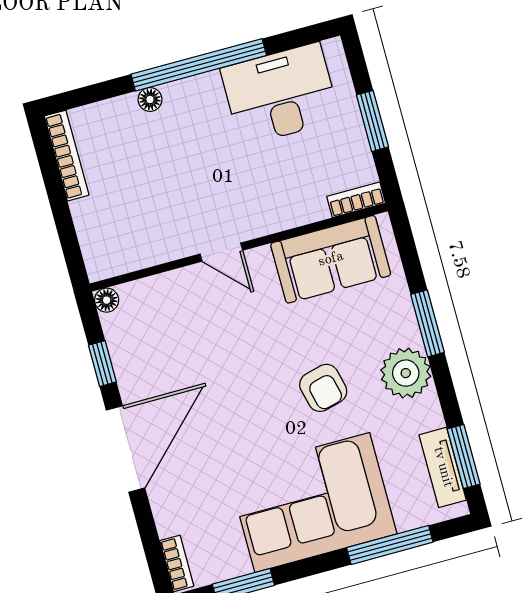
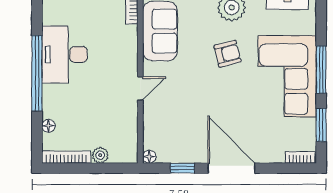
desk: (280, 94) -> (64, 54), moved
floor lamp: (150, 99) -> (48, 126), moved
plant: (86, 214) -> (100, 155), added
window: (390, 545) -> (321, 70), moved

